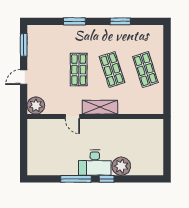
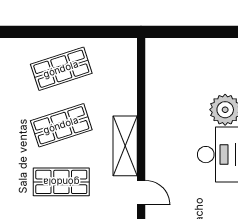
door: (72, 117) -> (141, 193), hinge flipped

